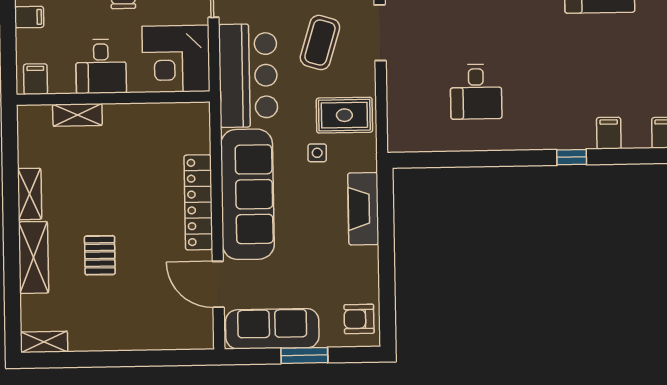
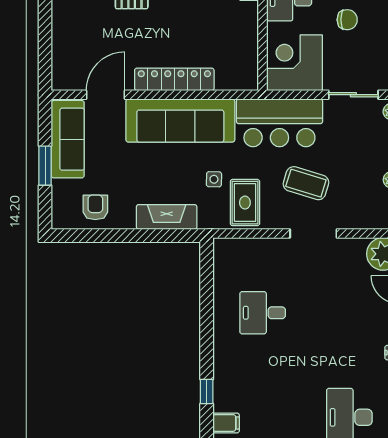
armchair: (359, 319) -> (95, 207), moved

